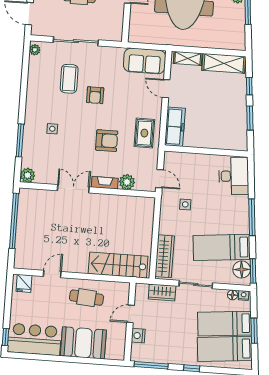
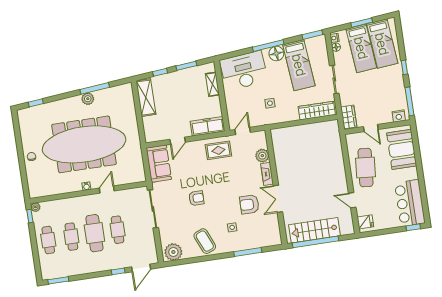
sliding door: (76, 41) -> (153, 209), moved
plant: (35, 50) -> (173, 252), width x1.87, depth x1.87
shelving: (188, 58) -> (212, 84), moved
coffee table: (69, 79) -> (205, 241), moved, turned 67
armchair: (107, 141) -> (249, 204), moved, turned -90
plant: (28, 175) -> (275, 239), removed
desk: (234, 176) -> (244, 71), width x1.36, depth x1.30
door: (159, 179) -> (243, 131), moved
stairs: (118, 265) -> (314, 230), moved, turned 90
floor lamp: (242, 269) -> (276, 54), moved
wardrobe: (162, 292) -> (349, 117), moved
cafe table: (87, 298) -> (365, 168), width x1.37, depth x1.35
nightstand: (138, 336) -> (399, 116), moved
booth: (83, 343) -> (402, 149), moved

